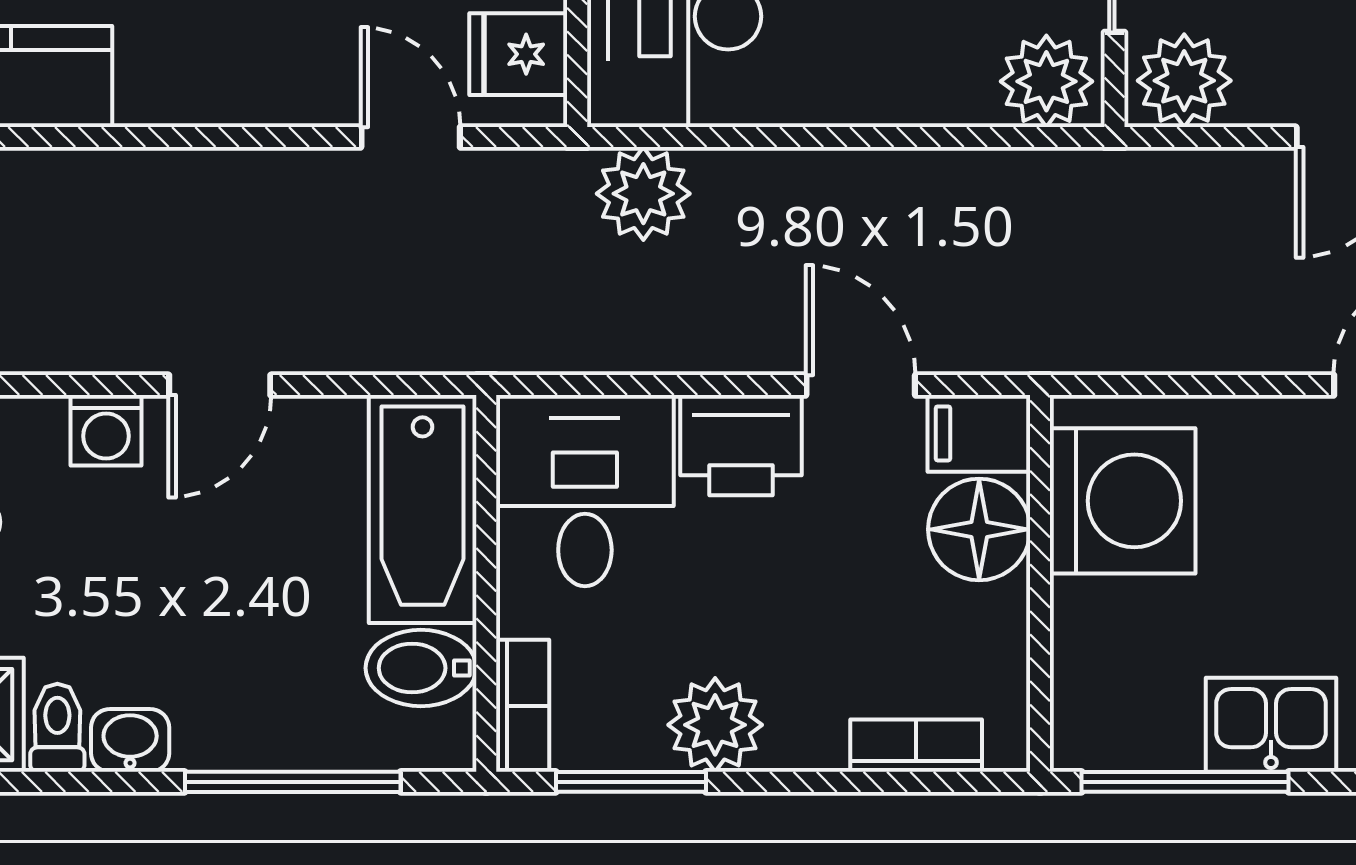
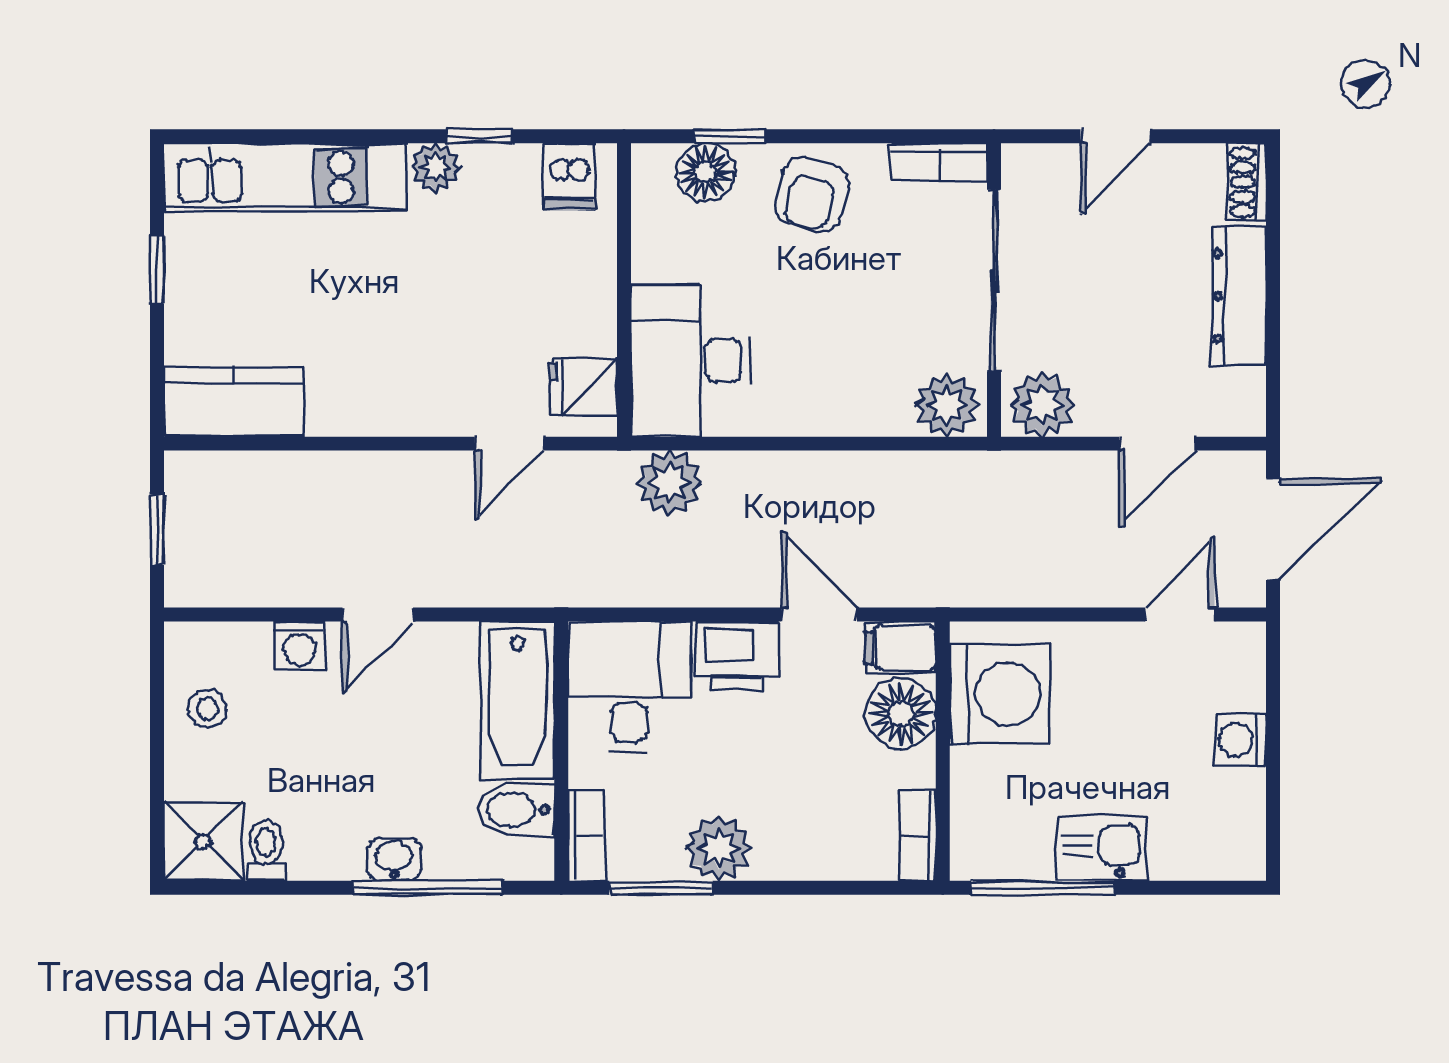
door: (411, 137) -> (509, 444), swing flipped
washbasin: (130, 740) -> (394, 859), moved
bookcase: (916, 746) -> (918, 836), moved, turned -90

